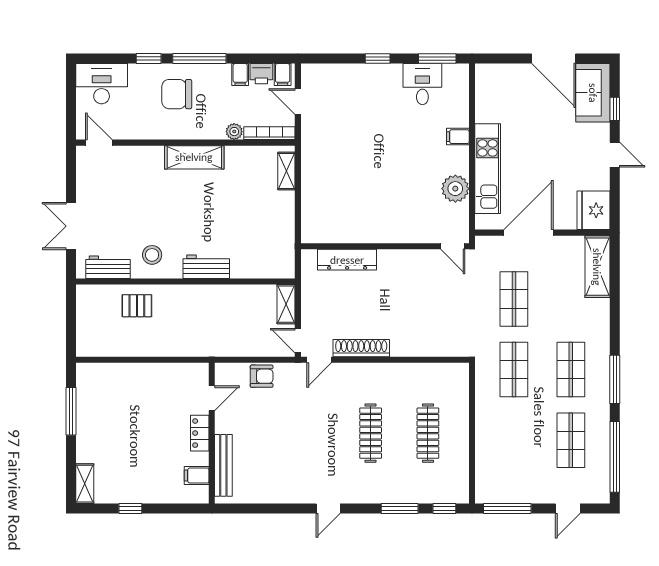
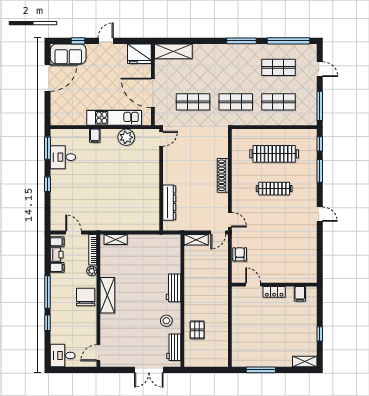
desk: (102, 84) -> (63, 356), width x0.73
chair: (177, 94) -> (86, 297), moved, turned 180
door: (298, 101) -> (73, 233), swing flipped
shoe rack: (361, 348) -> (223, 175), moved
shop shelf: (571, 370) -> (278, 102), moved
clothes rail: (428, 433) -> (274, 154), width x1.37, depth x1.31
bench: (223, 465) -> (294, 278), removed

